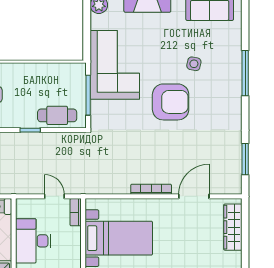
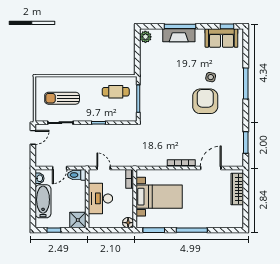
corner sofa: (115, 65) -> (156, 78), removed
armchair: (171, 102) -> (205, 101), moved, turned -90
cafe table: (57, 115) -> (116, 92), moved
door: (54, 196) -> (104, 168), moved

